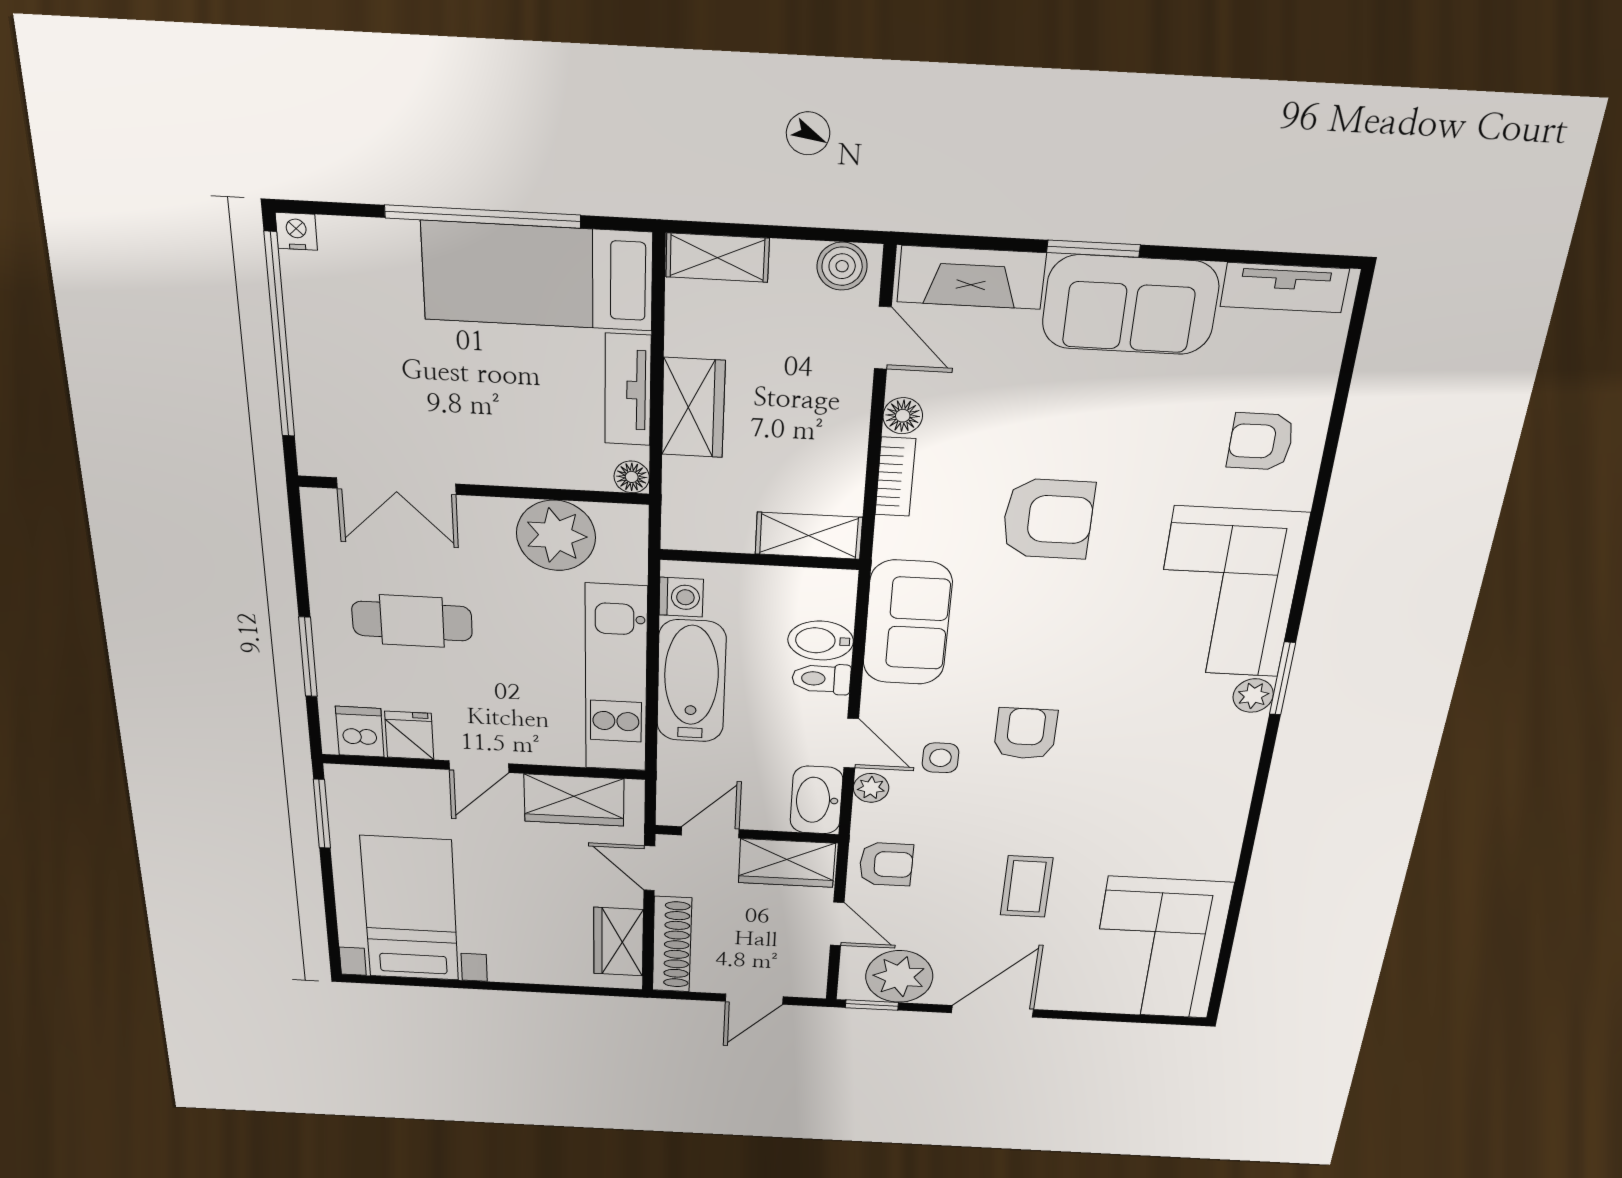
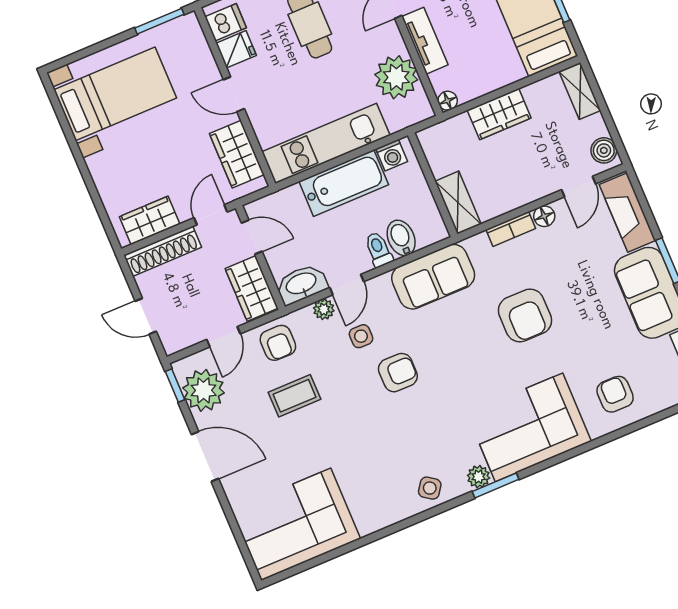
tv unit: (628, 390) -> (425, 41), moved, turned 90
side table: (1224, 766) -> (430, 488), added
coffee table: (1027, 887) -> (294, 396), moved

